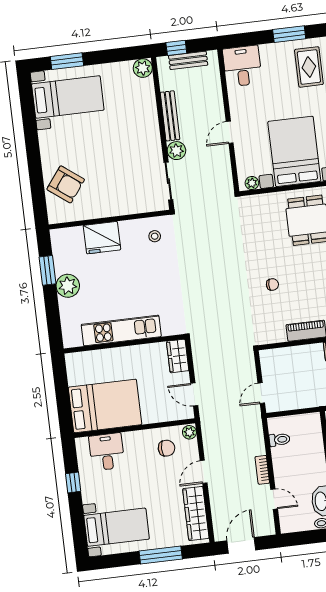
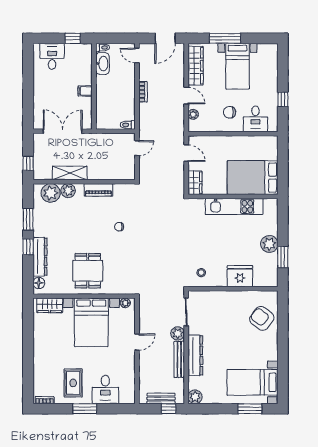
desk: (242, 66) -> (105, 389), moved
dresser: (149, 124) -> (195, 355), added
bed: (105, 406) -> (253, 178), moved
plant: (189, 432) -> (193, 114), moved
toilet: (279, 440) -> (128, 125), moved
chair: (167, 448) -> (230, 112), moved
door: (204, 472) -> (186, 96), hinge flipped
door: (274, 499) -> (137, 56), moved
bed with nightstands: (117, 527) -> (237, 66), moved, turned -90

